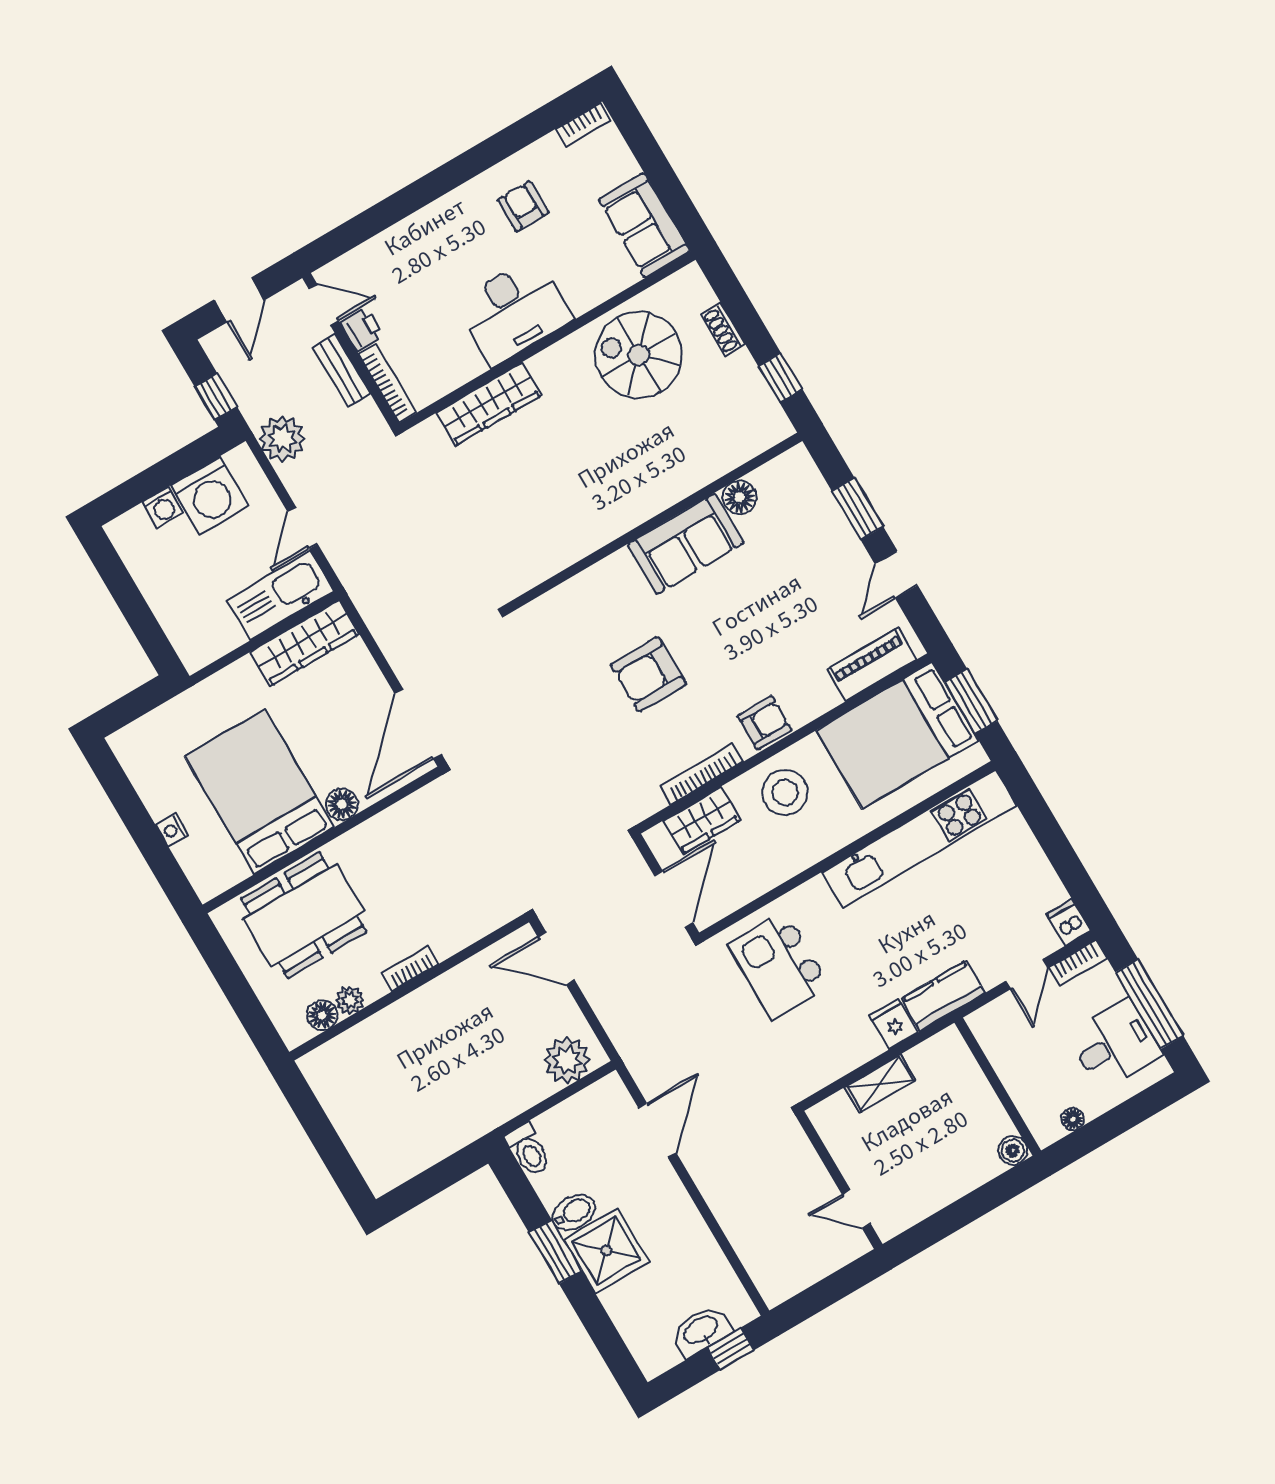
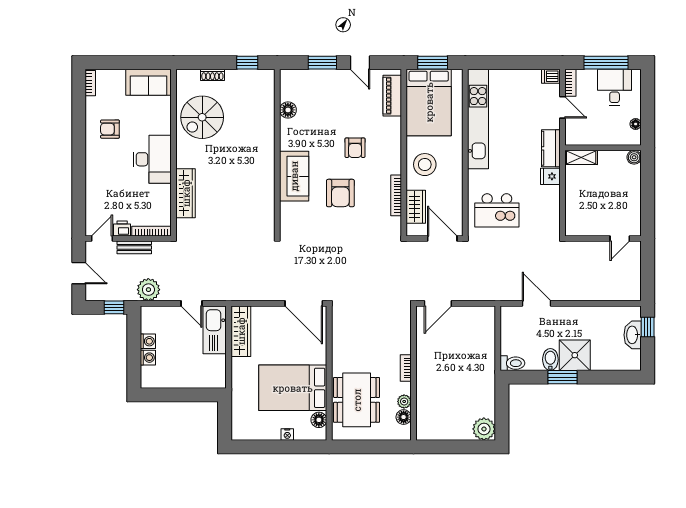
washing machine: (210, 495) -> (148, 341), width x0.53, depth x0.53
sofa: (686, 544) -> (294, 176), moved
armchair: (765, 723) -> (355, 148), moved, turned 180
floor lamp: (342, 804) -> (319, 420), moved
plant: (567, 1060) -> (484, 429), moved
shelving: (880, 1083) -> (581, 157), moved, turned 90

